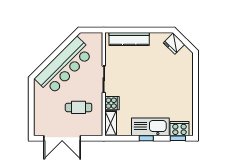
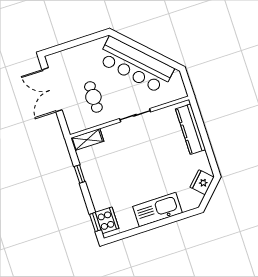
cooker: (112, 103) -> (111, 134), removed
kitchen sink: (150, 127) -> (158, 210), moved, turned -90
window: (146, 138) -> (80, 174), moved

